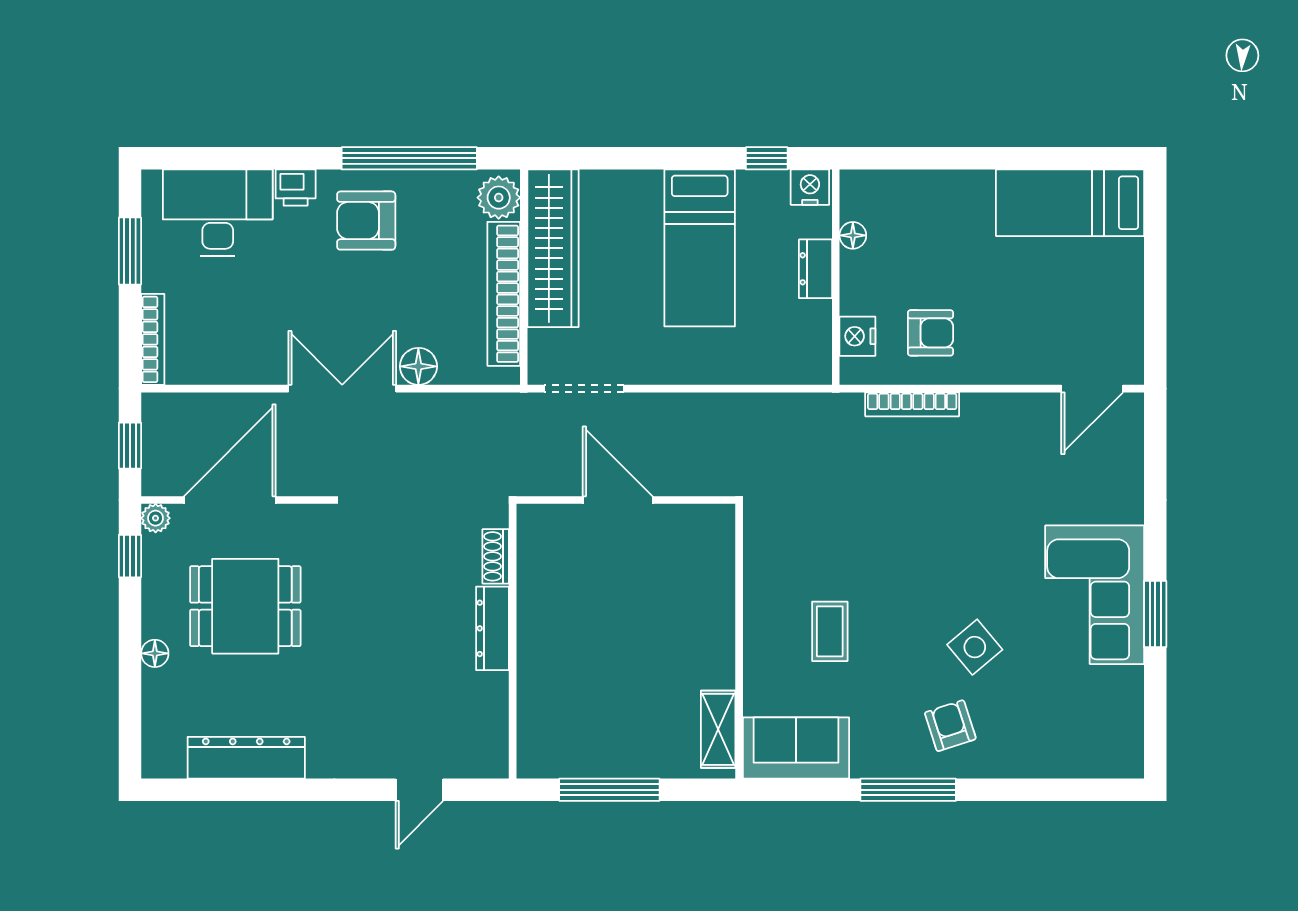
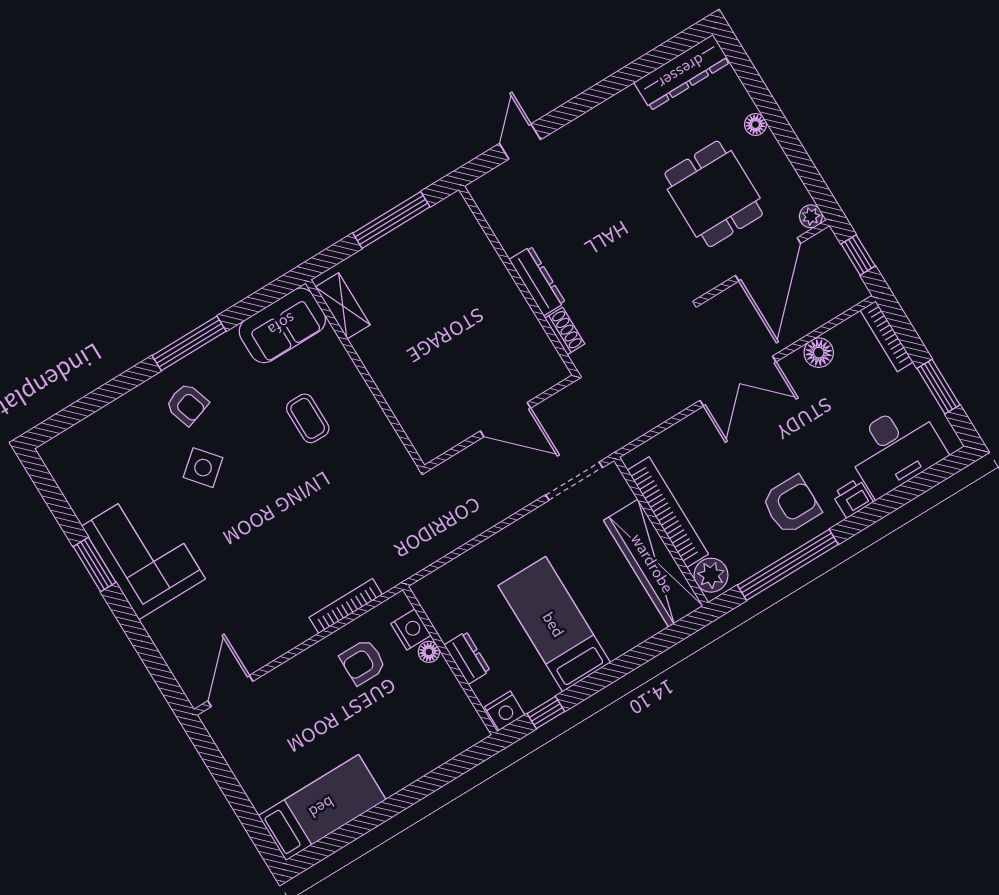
floor lamp: (853, 235) -> (429, 652), moved
floor lamp: (418, 366) -> (819, 353), moved
window: (130, 556) -> (812, 180), removed
dining table: (245, 606) -> (714, 194), turned 90
dresser: (246, 758) -> (682, 72), moved

